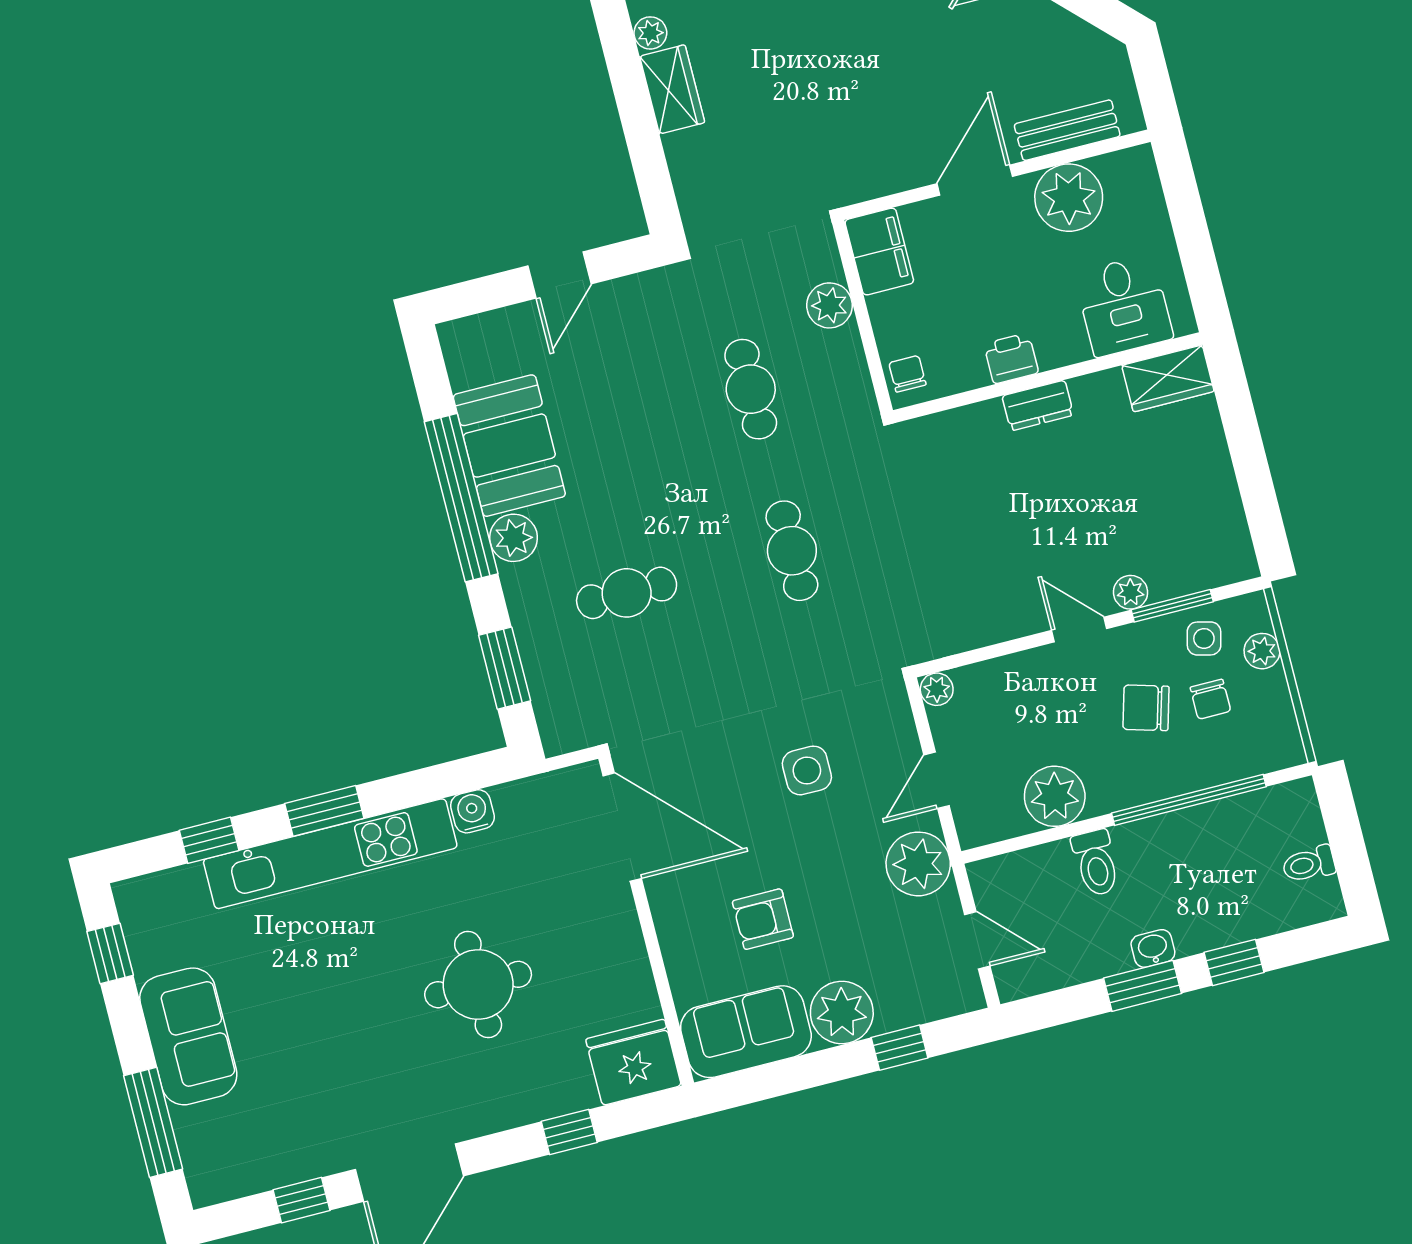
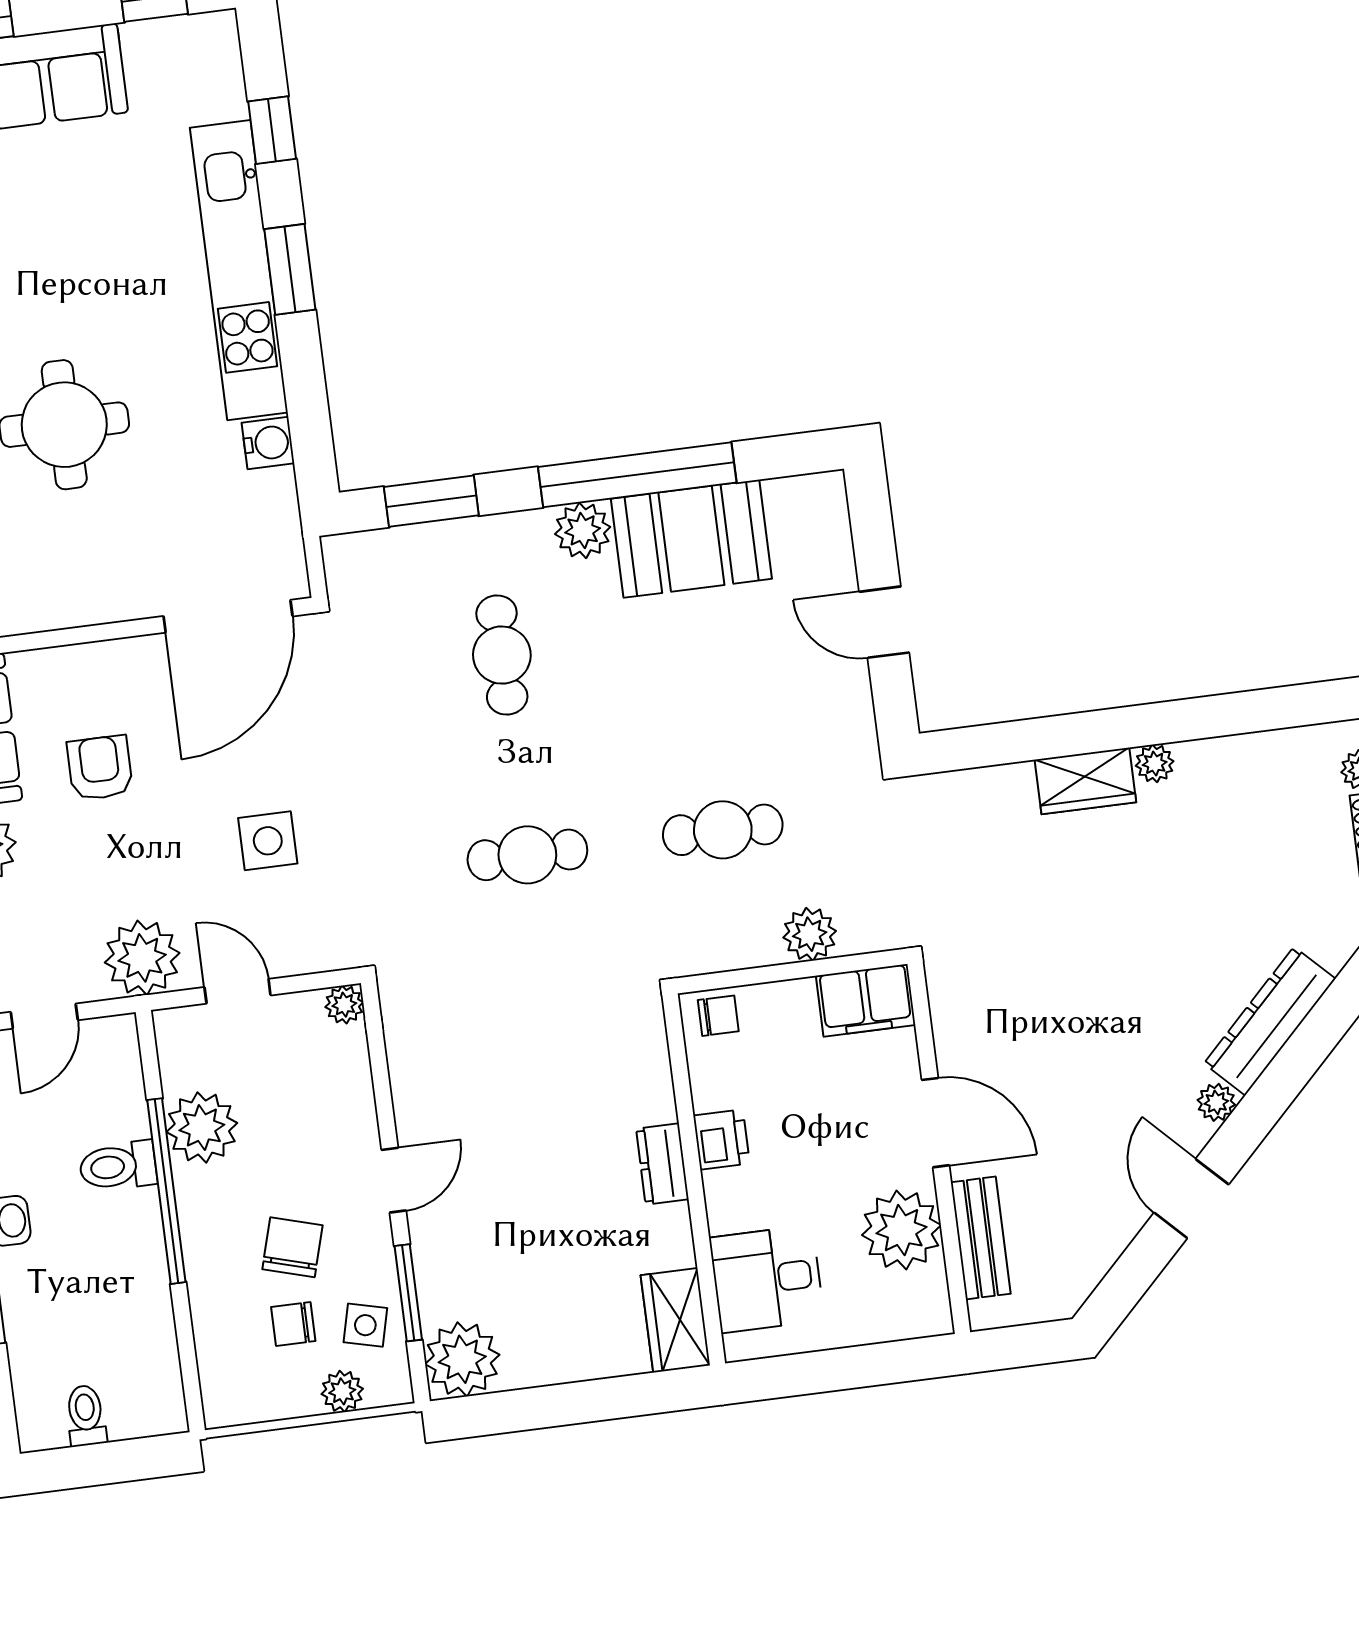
plant: (1131, 592) -> (462, 1359), moved, width x1.87, depth x1.87
window: (1189, 800) -> (166, 1191), moved

